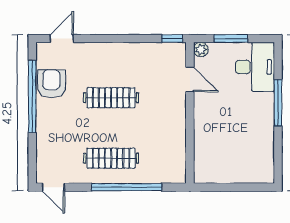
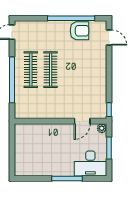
clothes rail: (111, 98) -> (51, 70), moved

